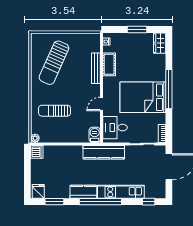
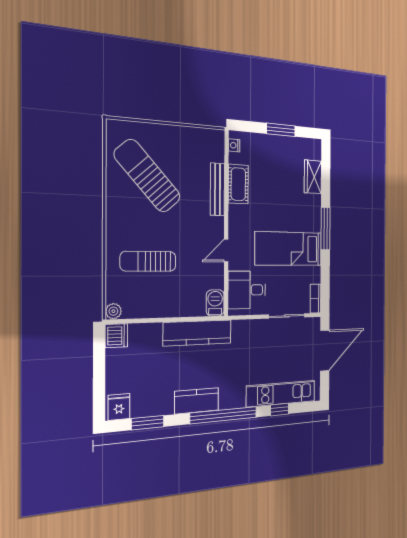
wardrobe: (160, 43) -> (313, 177), moved
sun lounger: (54, 63) -> (147, 176), turned 114
window: (169, 89) -> (325, 229), width x0.68
bed: (143, 97) -> (289, 249), width x0.67
kitchen counter: (104, 152) -> (198, 333), moved
kitchen unit: (121, 192) -> (281, 394), moved
window: (149, 202) -> (280, 410), moved

